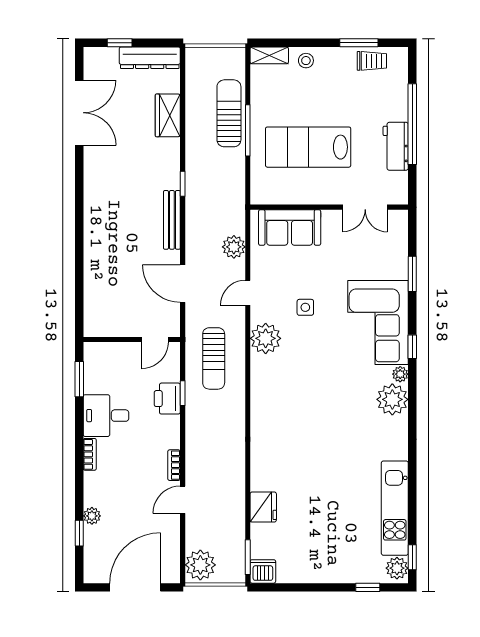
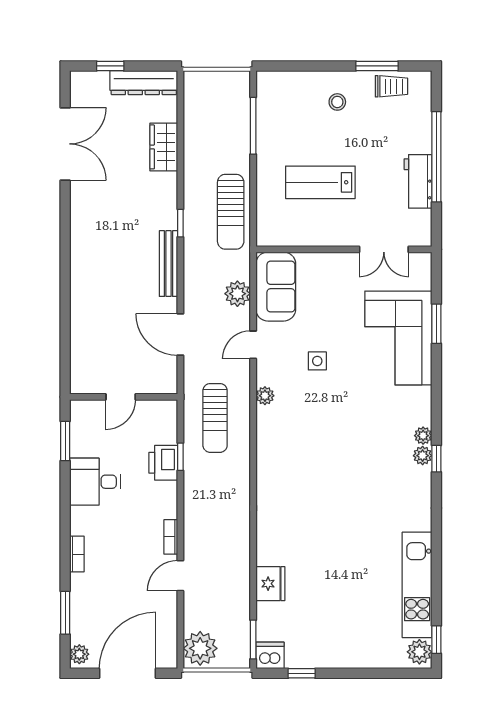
shelving: (269, 55) -> (277, 80), removed
stool: (306, 61) -> (337, 102), moved
sun lounger: (229, 113) -> (231, 212), moved, turned 180
window: (248, 130) -> (253, 126), moved
lab bench: (308, 147) -> (320, 182), width x0.73, depth x0.72
sofa: (290, 228) -> (276, 287), moved, turned -90
corner sofa: (378, 323) -> (398, 338), moved
plant: (266, 338) -> (265, 396), width x0.53, depth x0.53
door: (155, 339) -> (121, 397), moved
window: (412, 347) -> (436, 459), moved
plant: (392, 399) -> (423, 456), width x0.53, depth x0.53
bookcase: (90, 454) -> (77, 554), moved
plant: (92, 516) -> (79, 654), moved
window: (79, 533) -> (65, 613), width x1.50
window: (368, 587) -> (302, 673), moved

